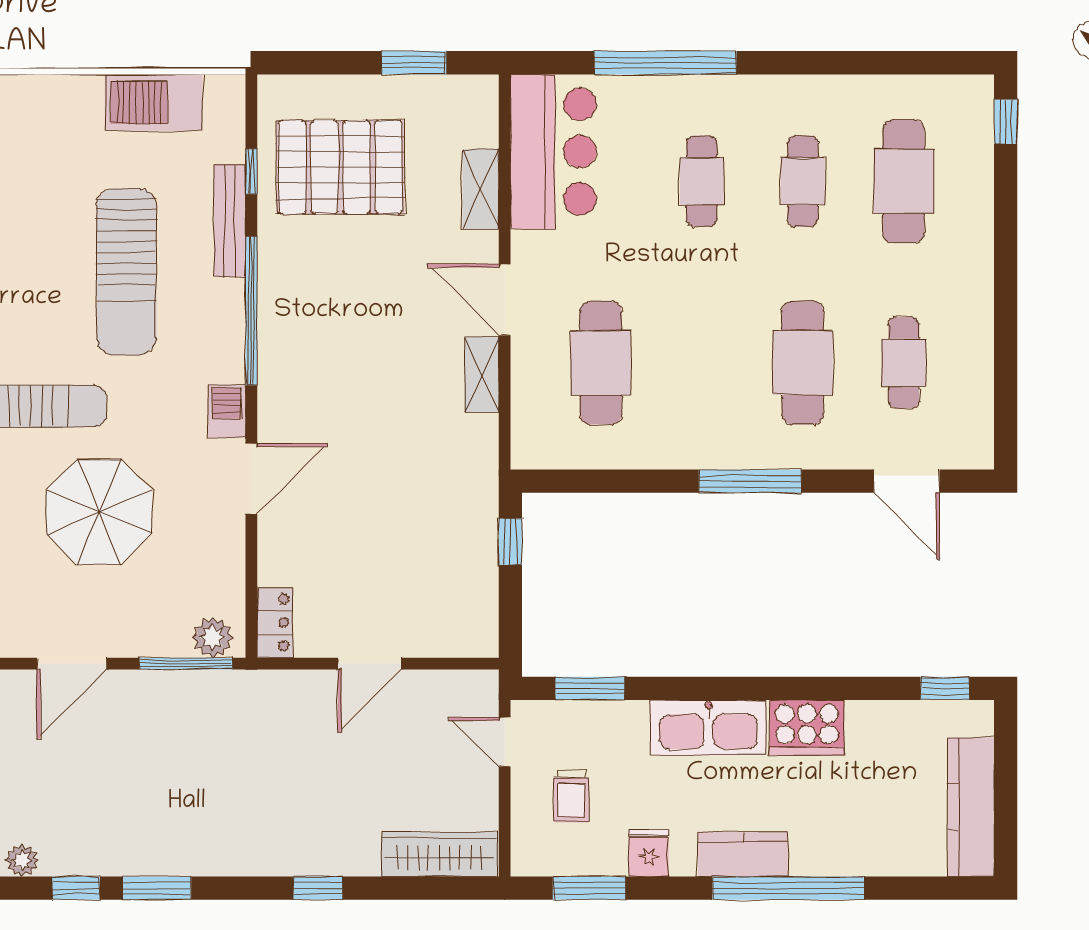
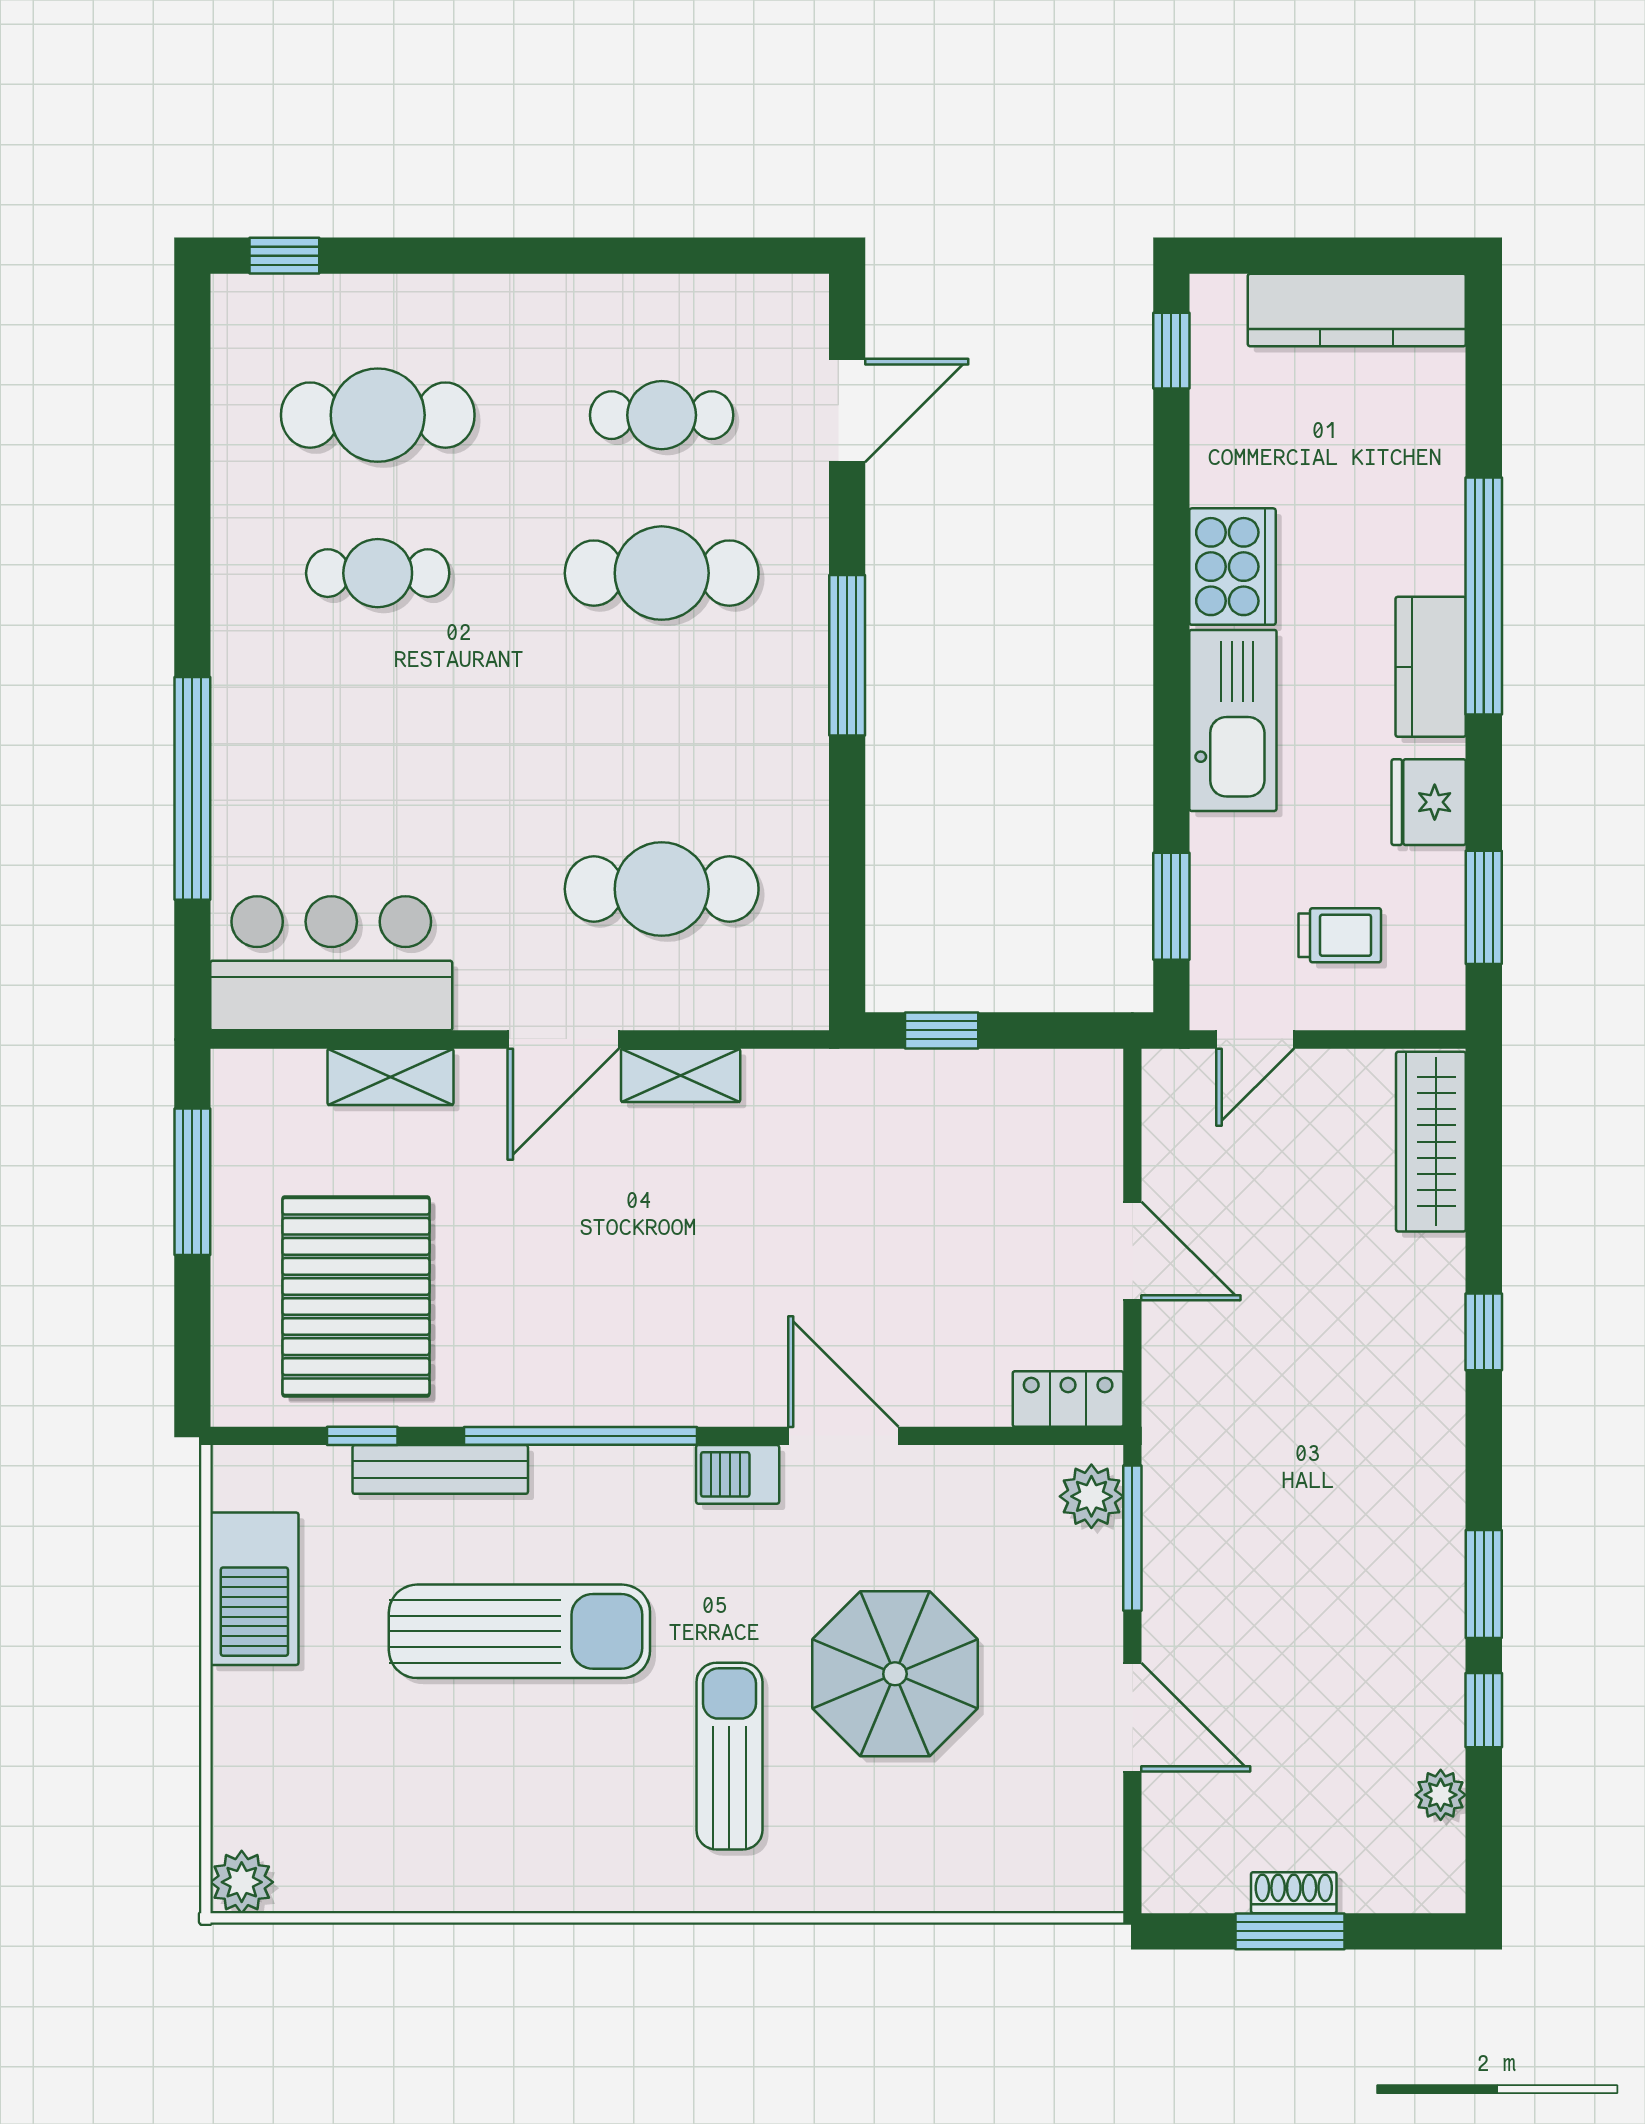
window: (414, 63) -> (192, 1182), width x1.44
cafe table: (702, 181) -> (378, 731), removed
fridge: (649, 853) -> (1429, 802), width x1.38

